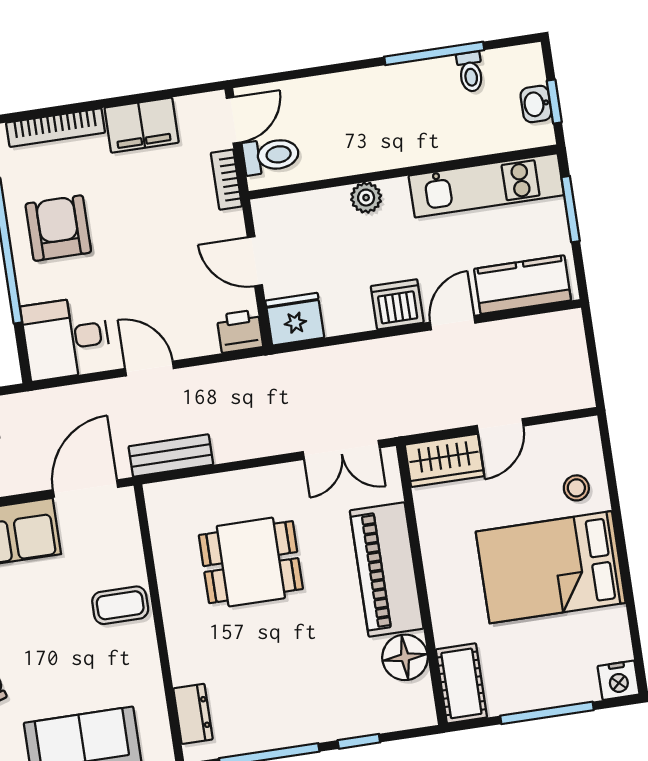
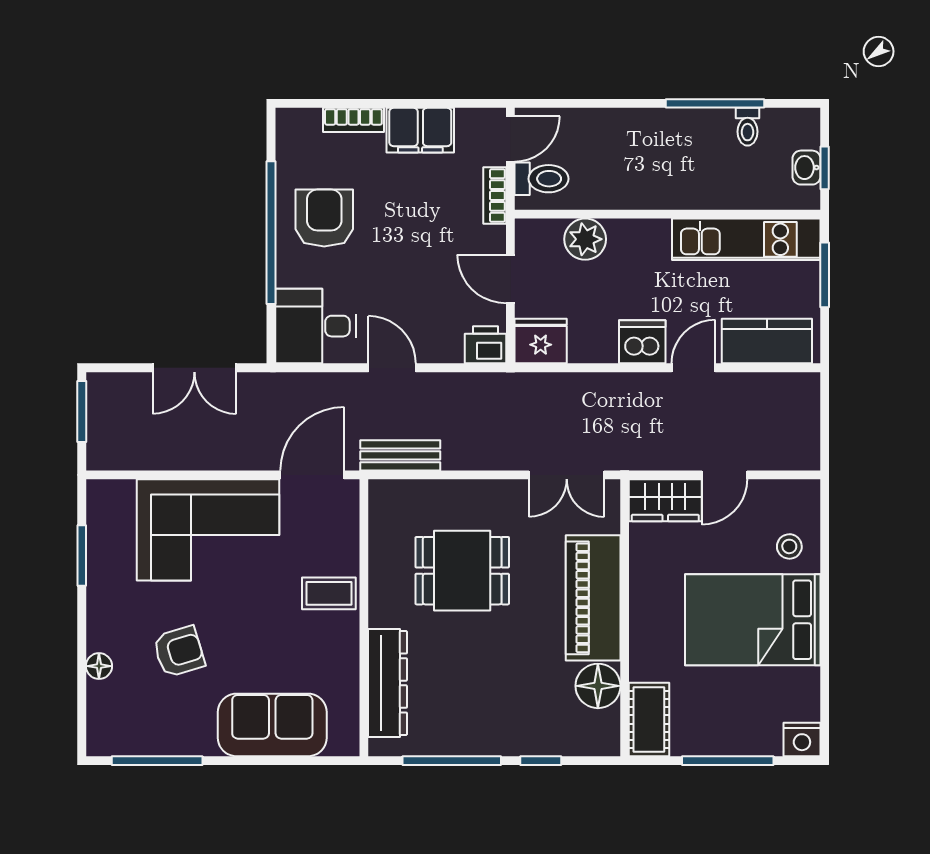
bookcase: (56, 128) -> (353, 120), width x0.64
plant: (366, 198) -> (585, 239), moved, width x1.38, depth x1.38
dresser: (193, 714) -> (388, 683), width x1.96, depth x1.24

